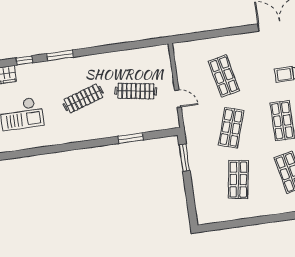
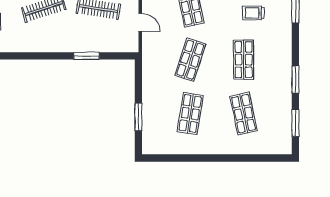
window: (184, 158) -> (138, 117), moved

